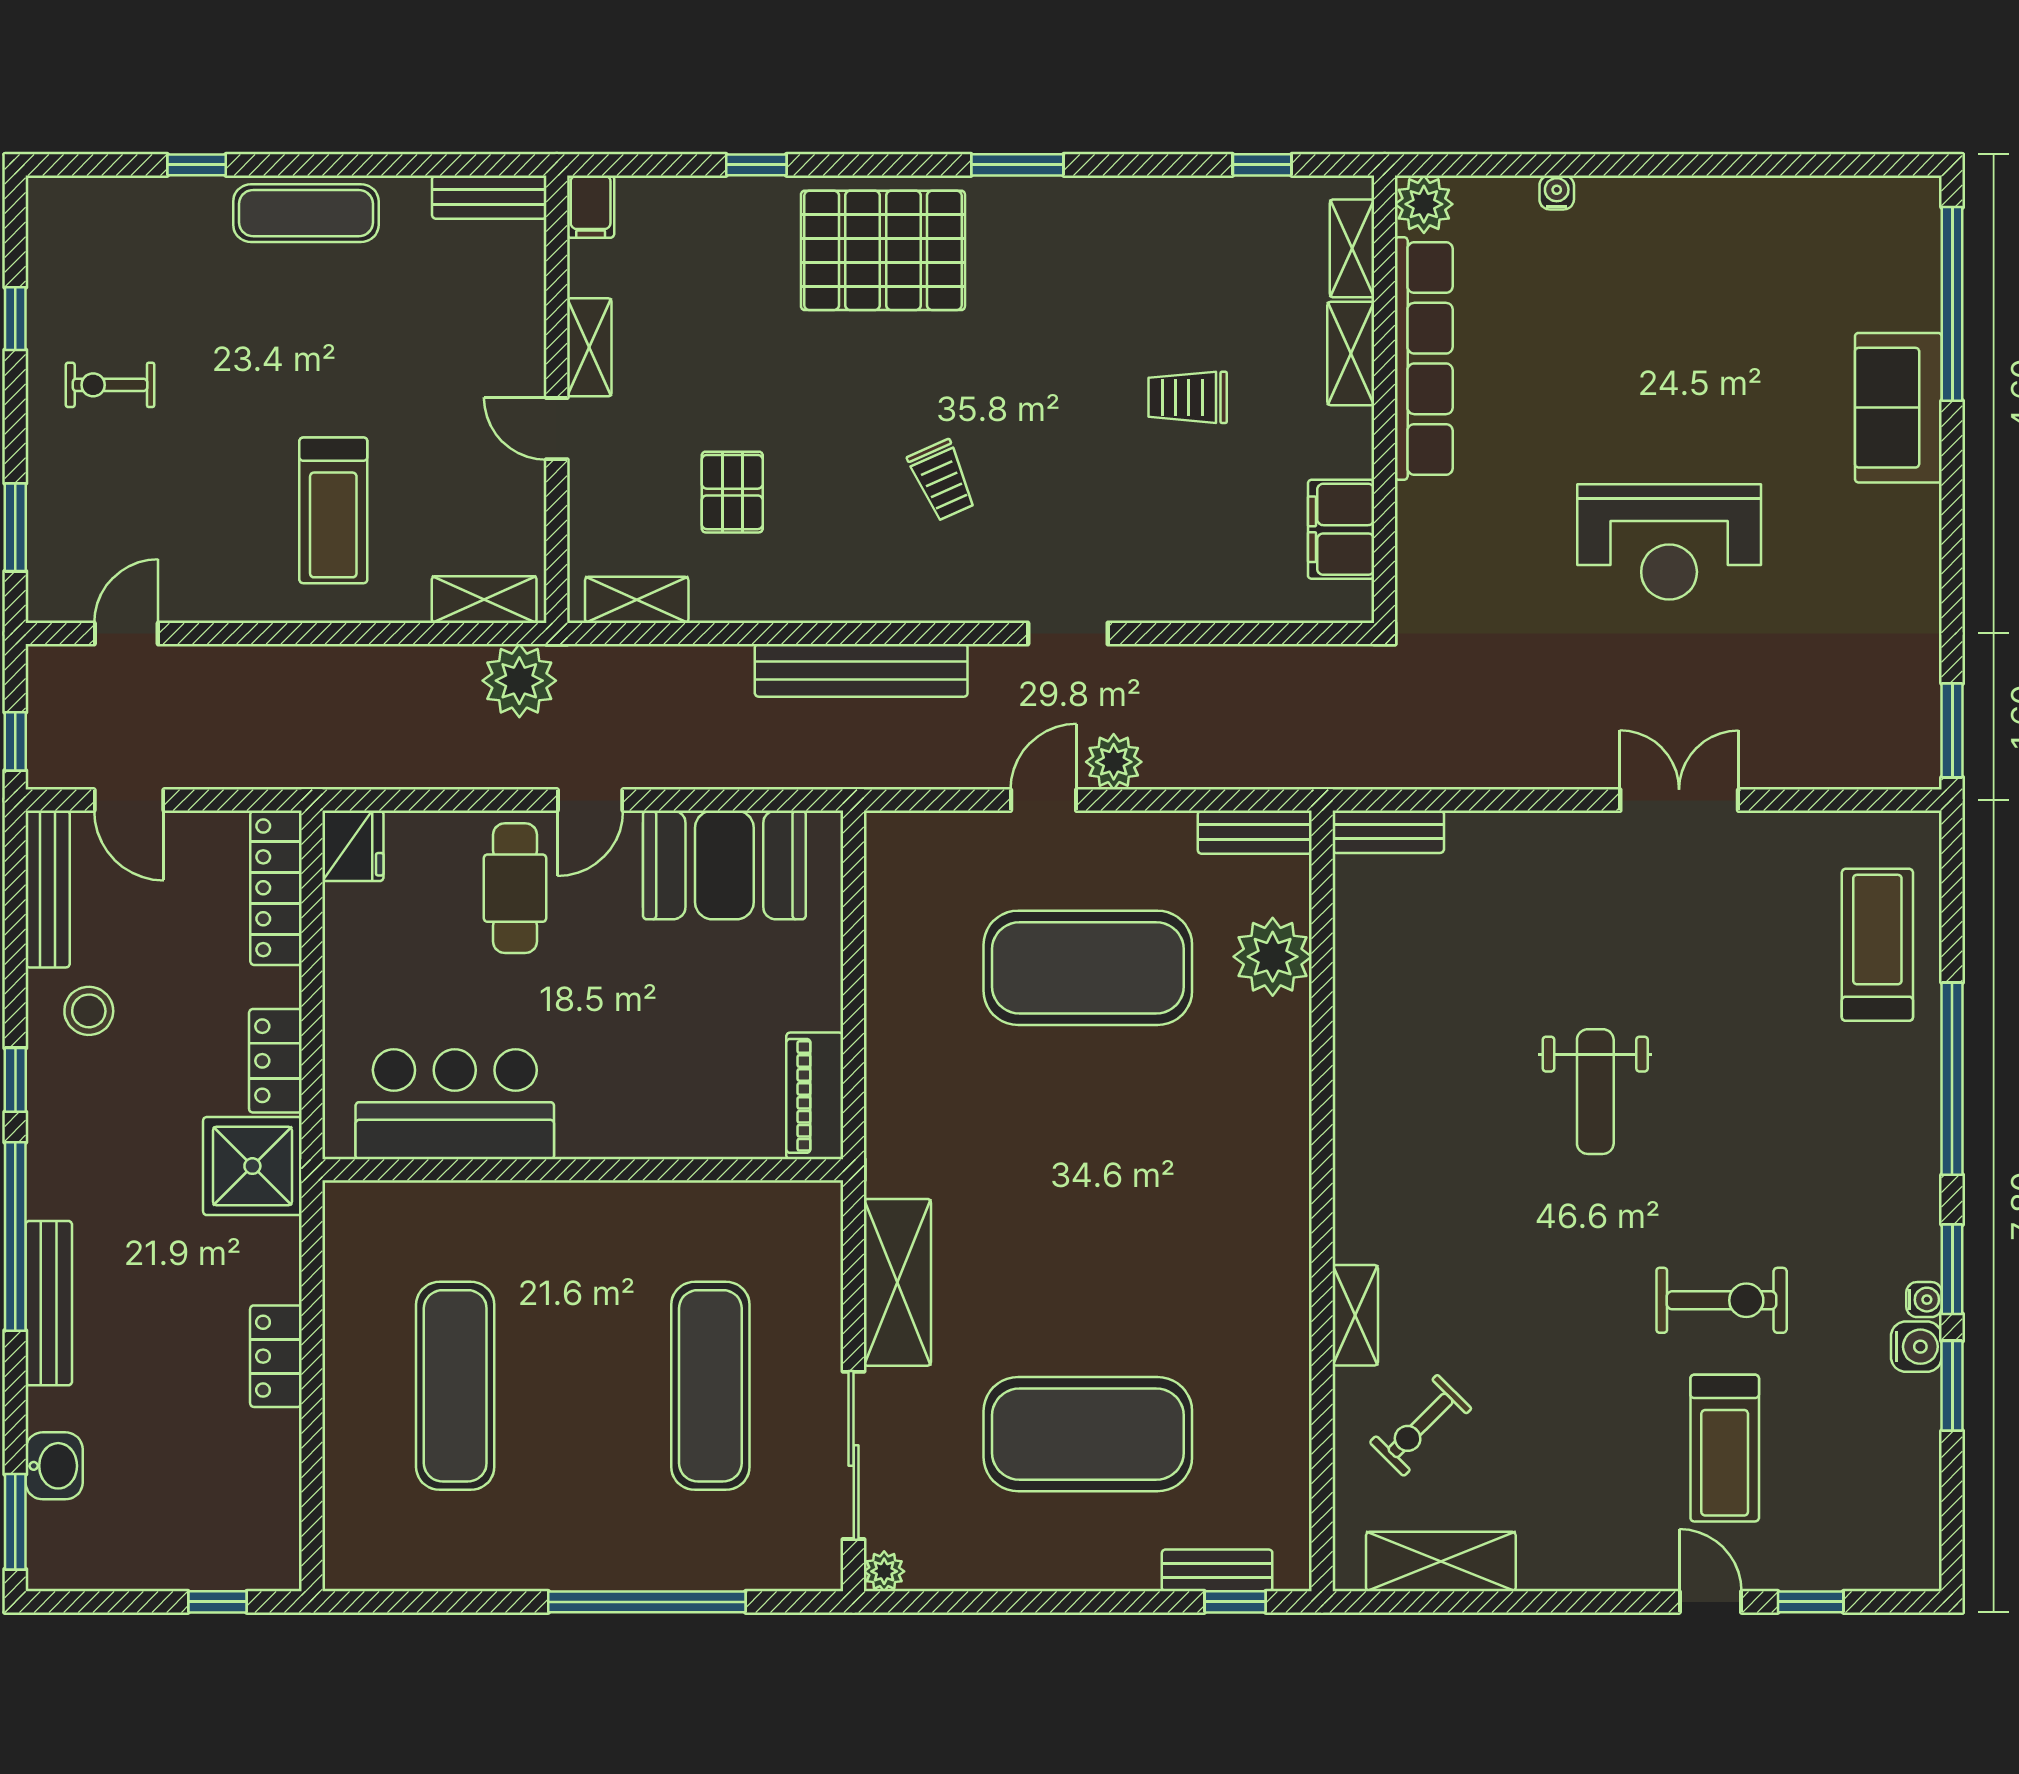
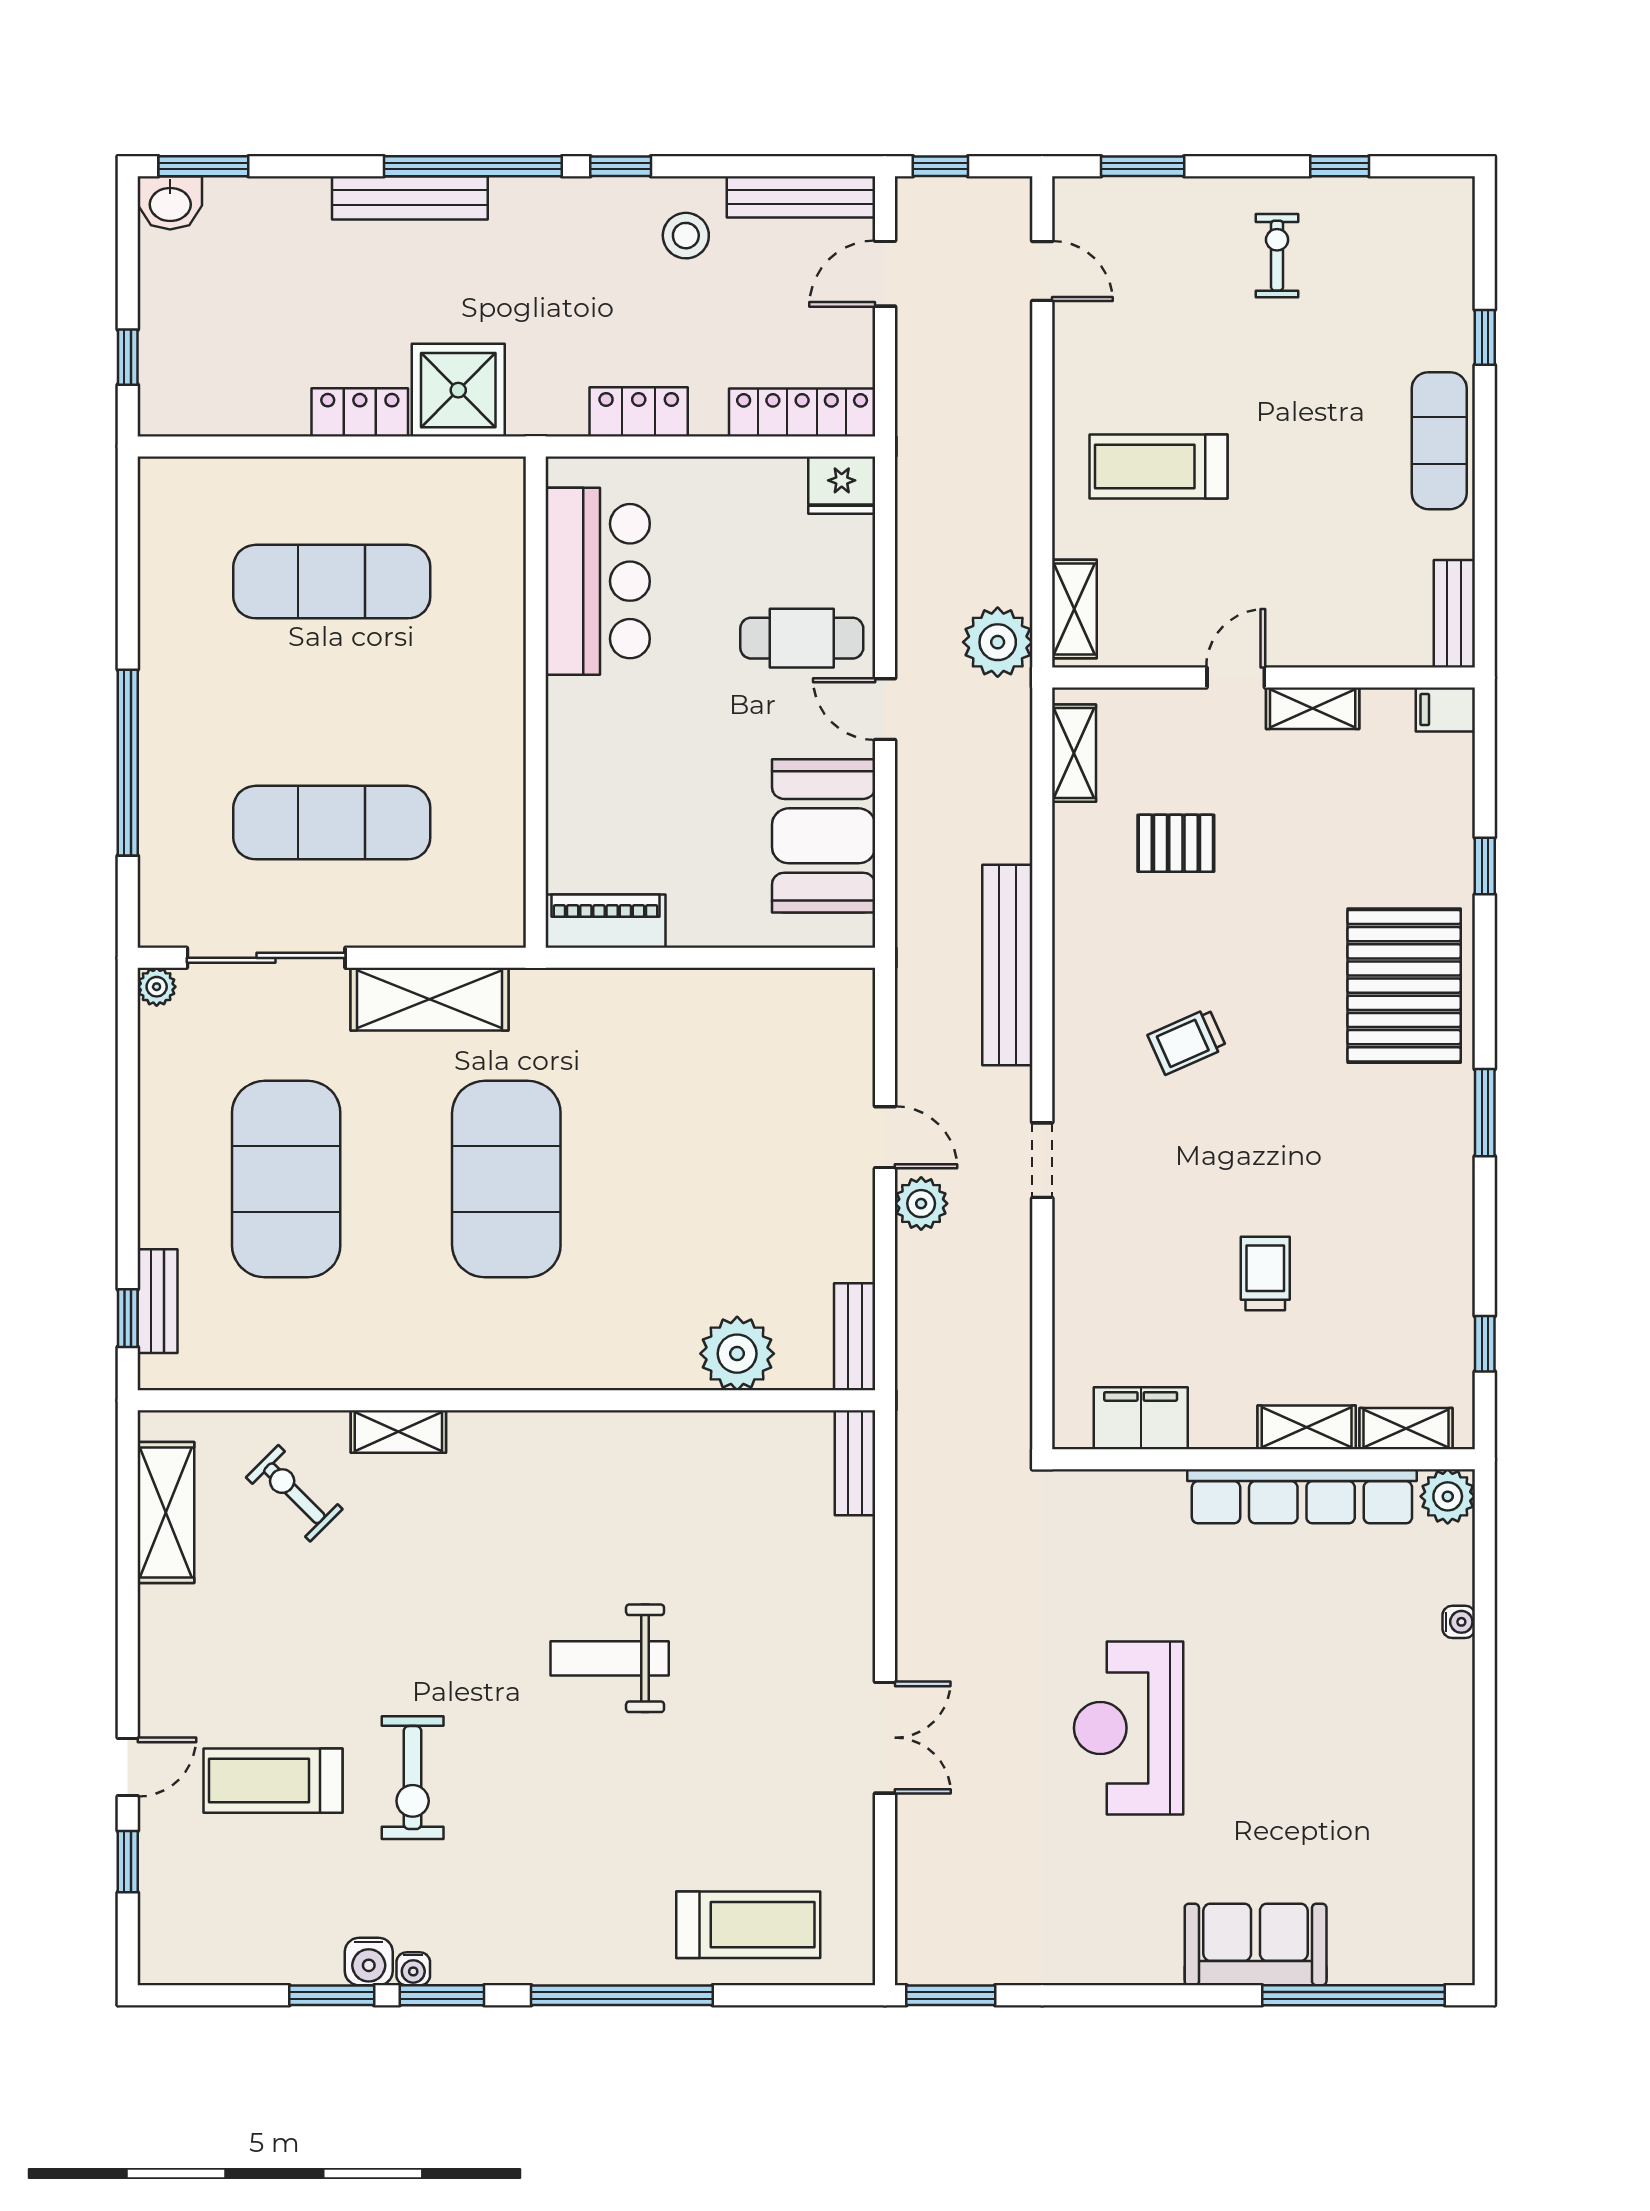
exercise mat: (1088, 968) -> (506, 1179), moved
shower: (252, 1166) -> (458, 390), moved
washbasin: (54, 1466) -> (170, 203), moved

